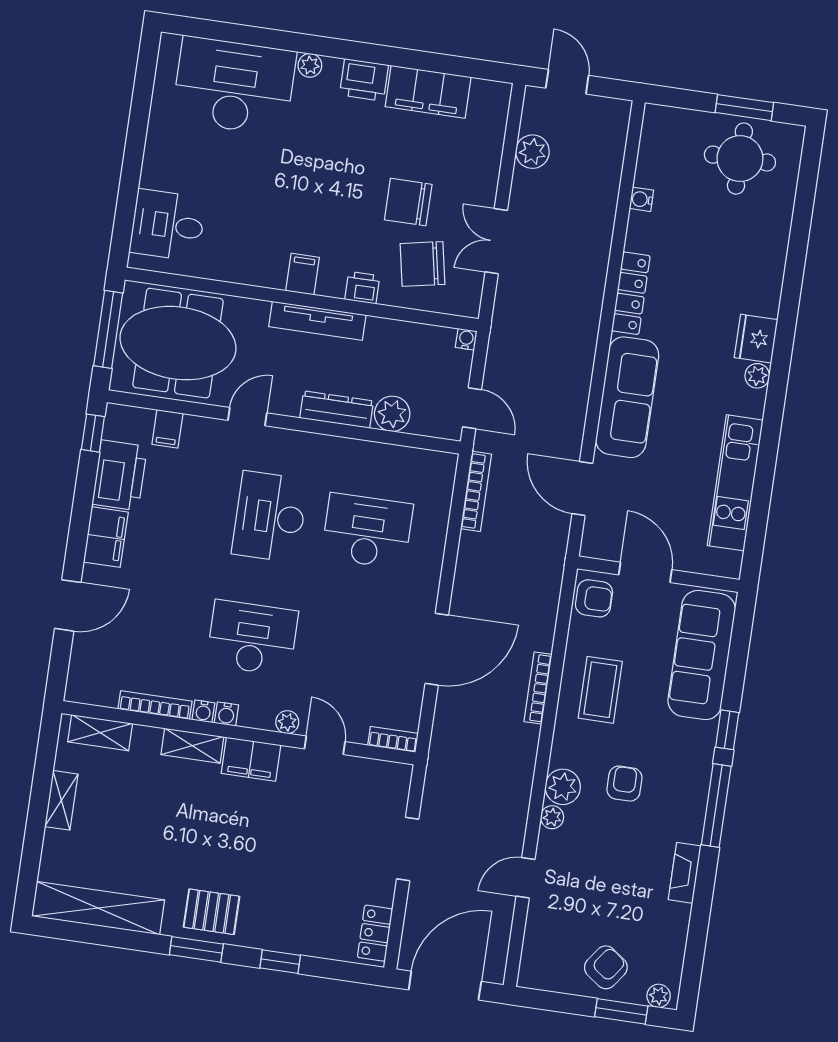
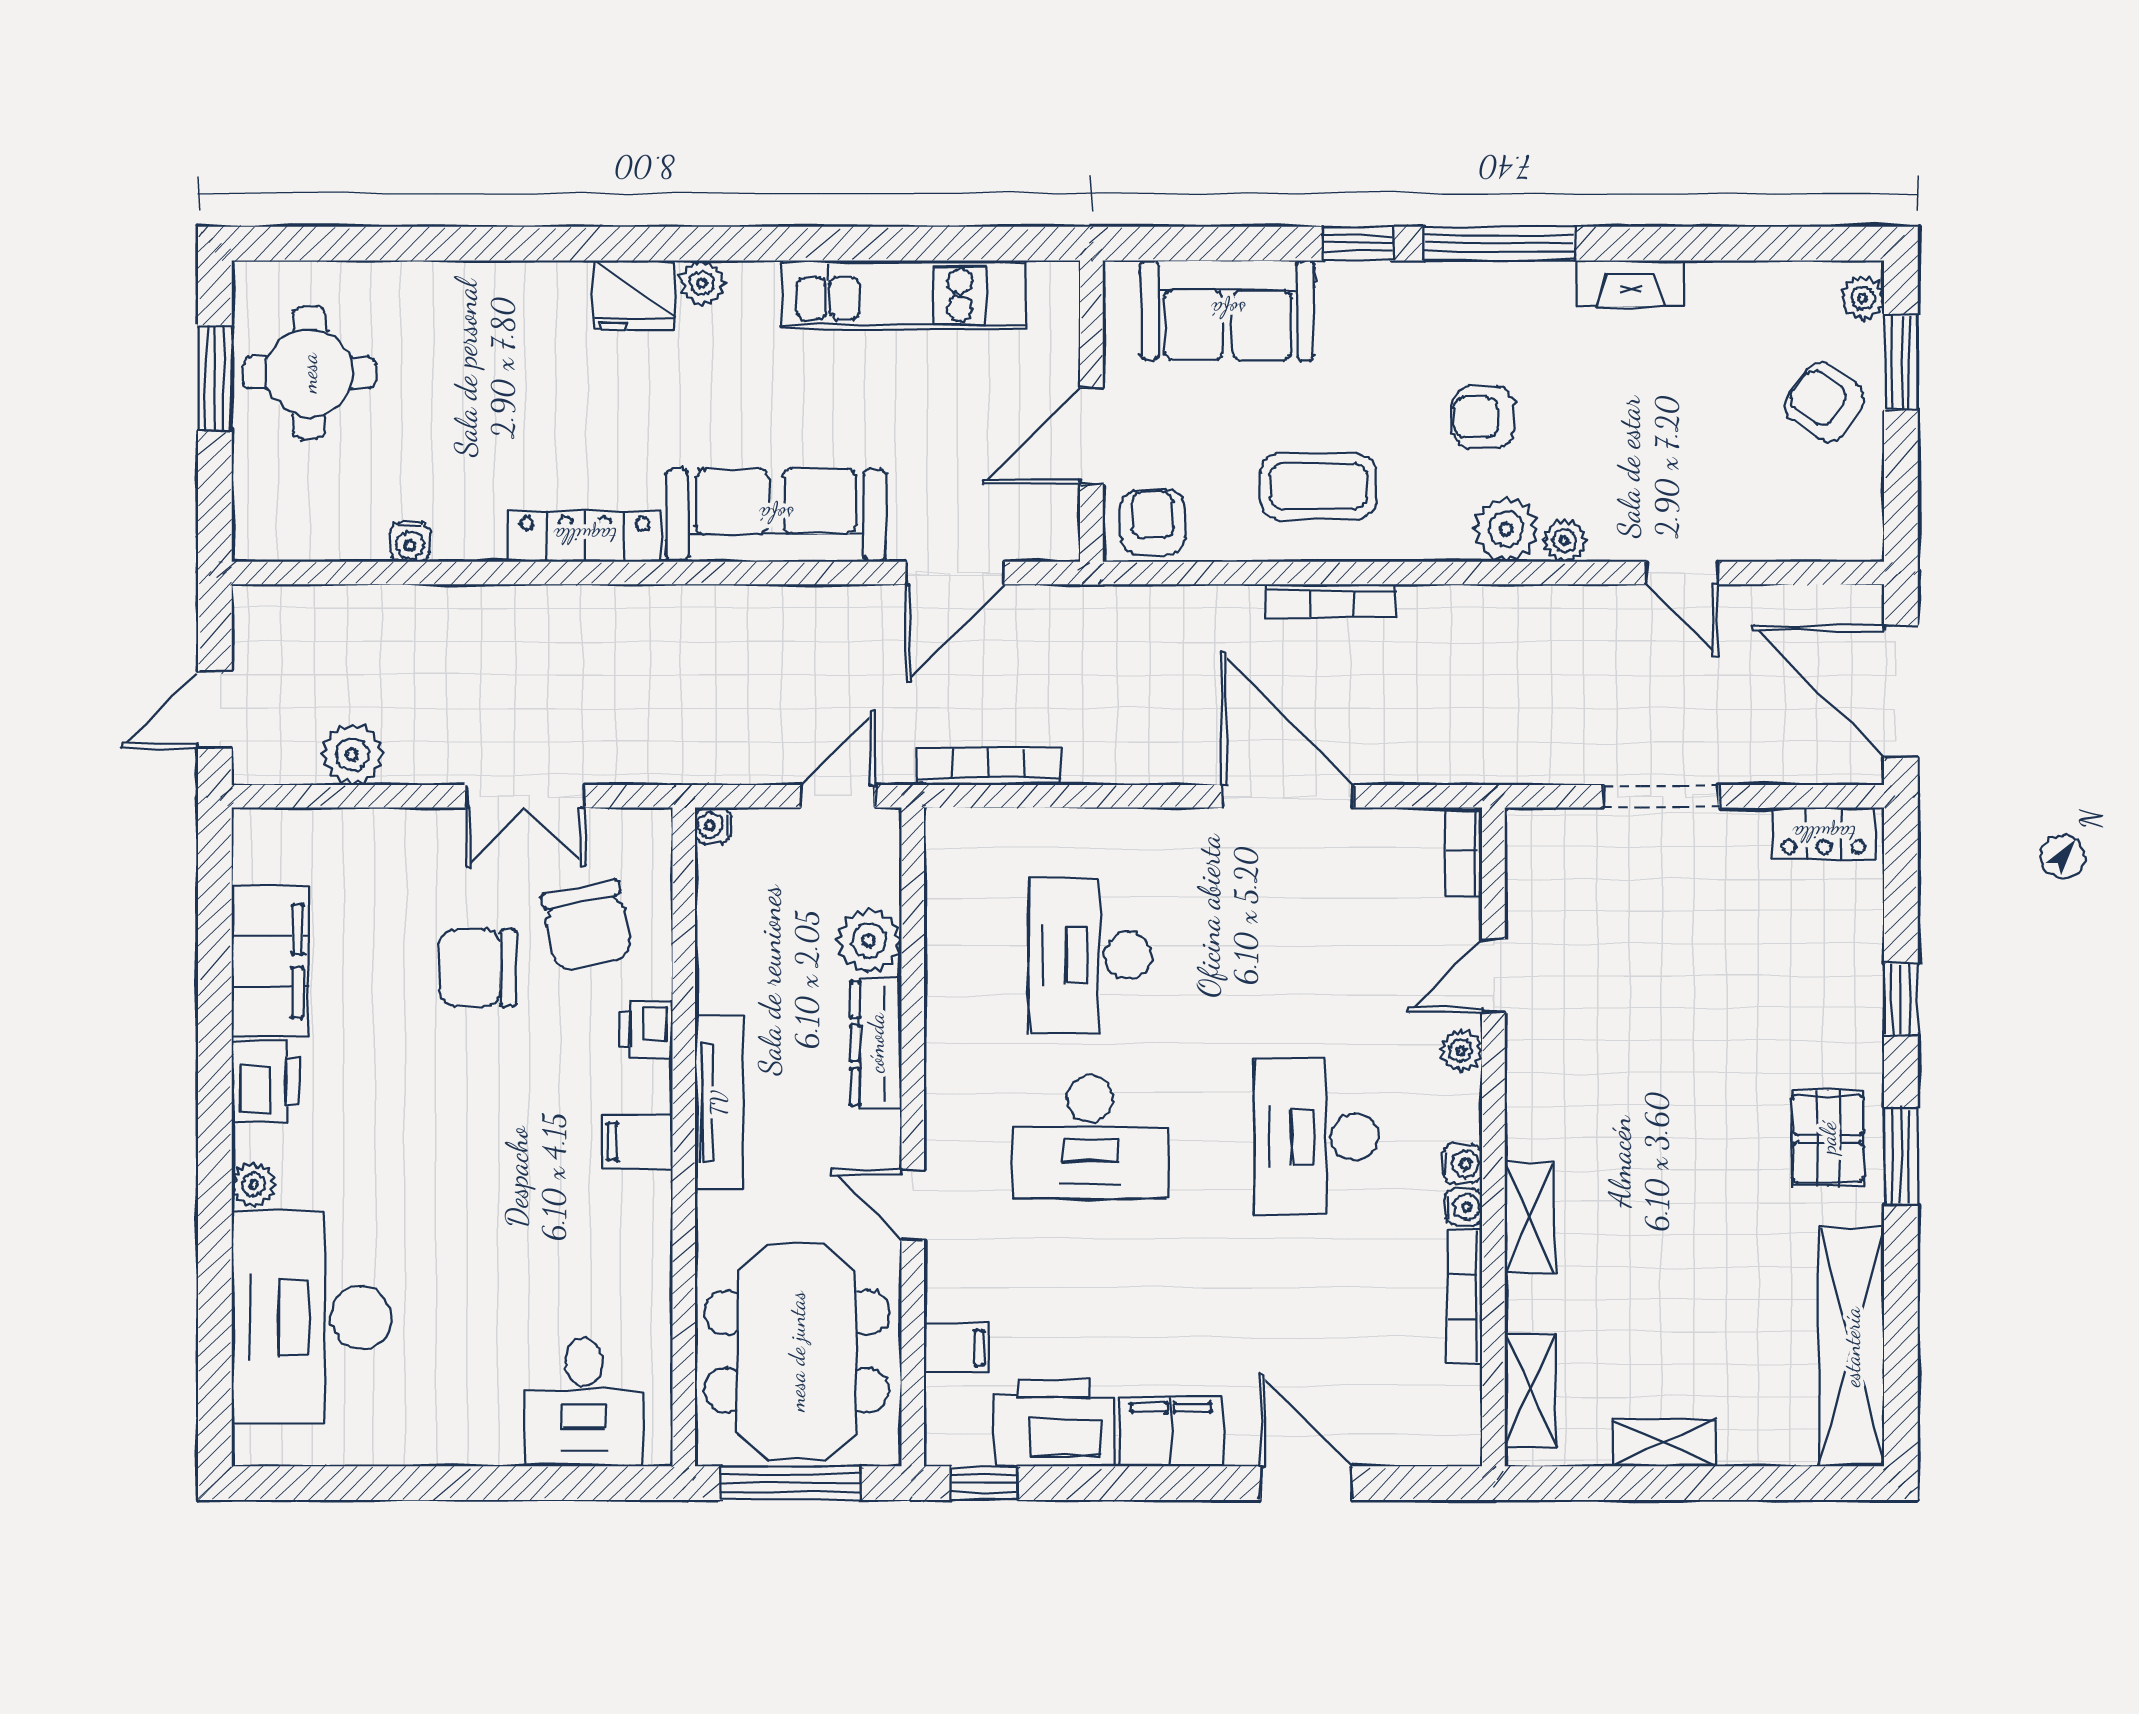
chair: (408, 202) -> (477, 968), turned 90
sofa: (702, 655) -> (1228, 310), width x0.73
filing cabinet: (251, 759) -> (1538, 1107), removed

